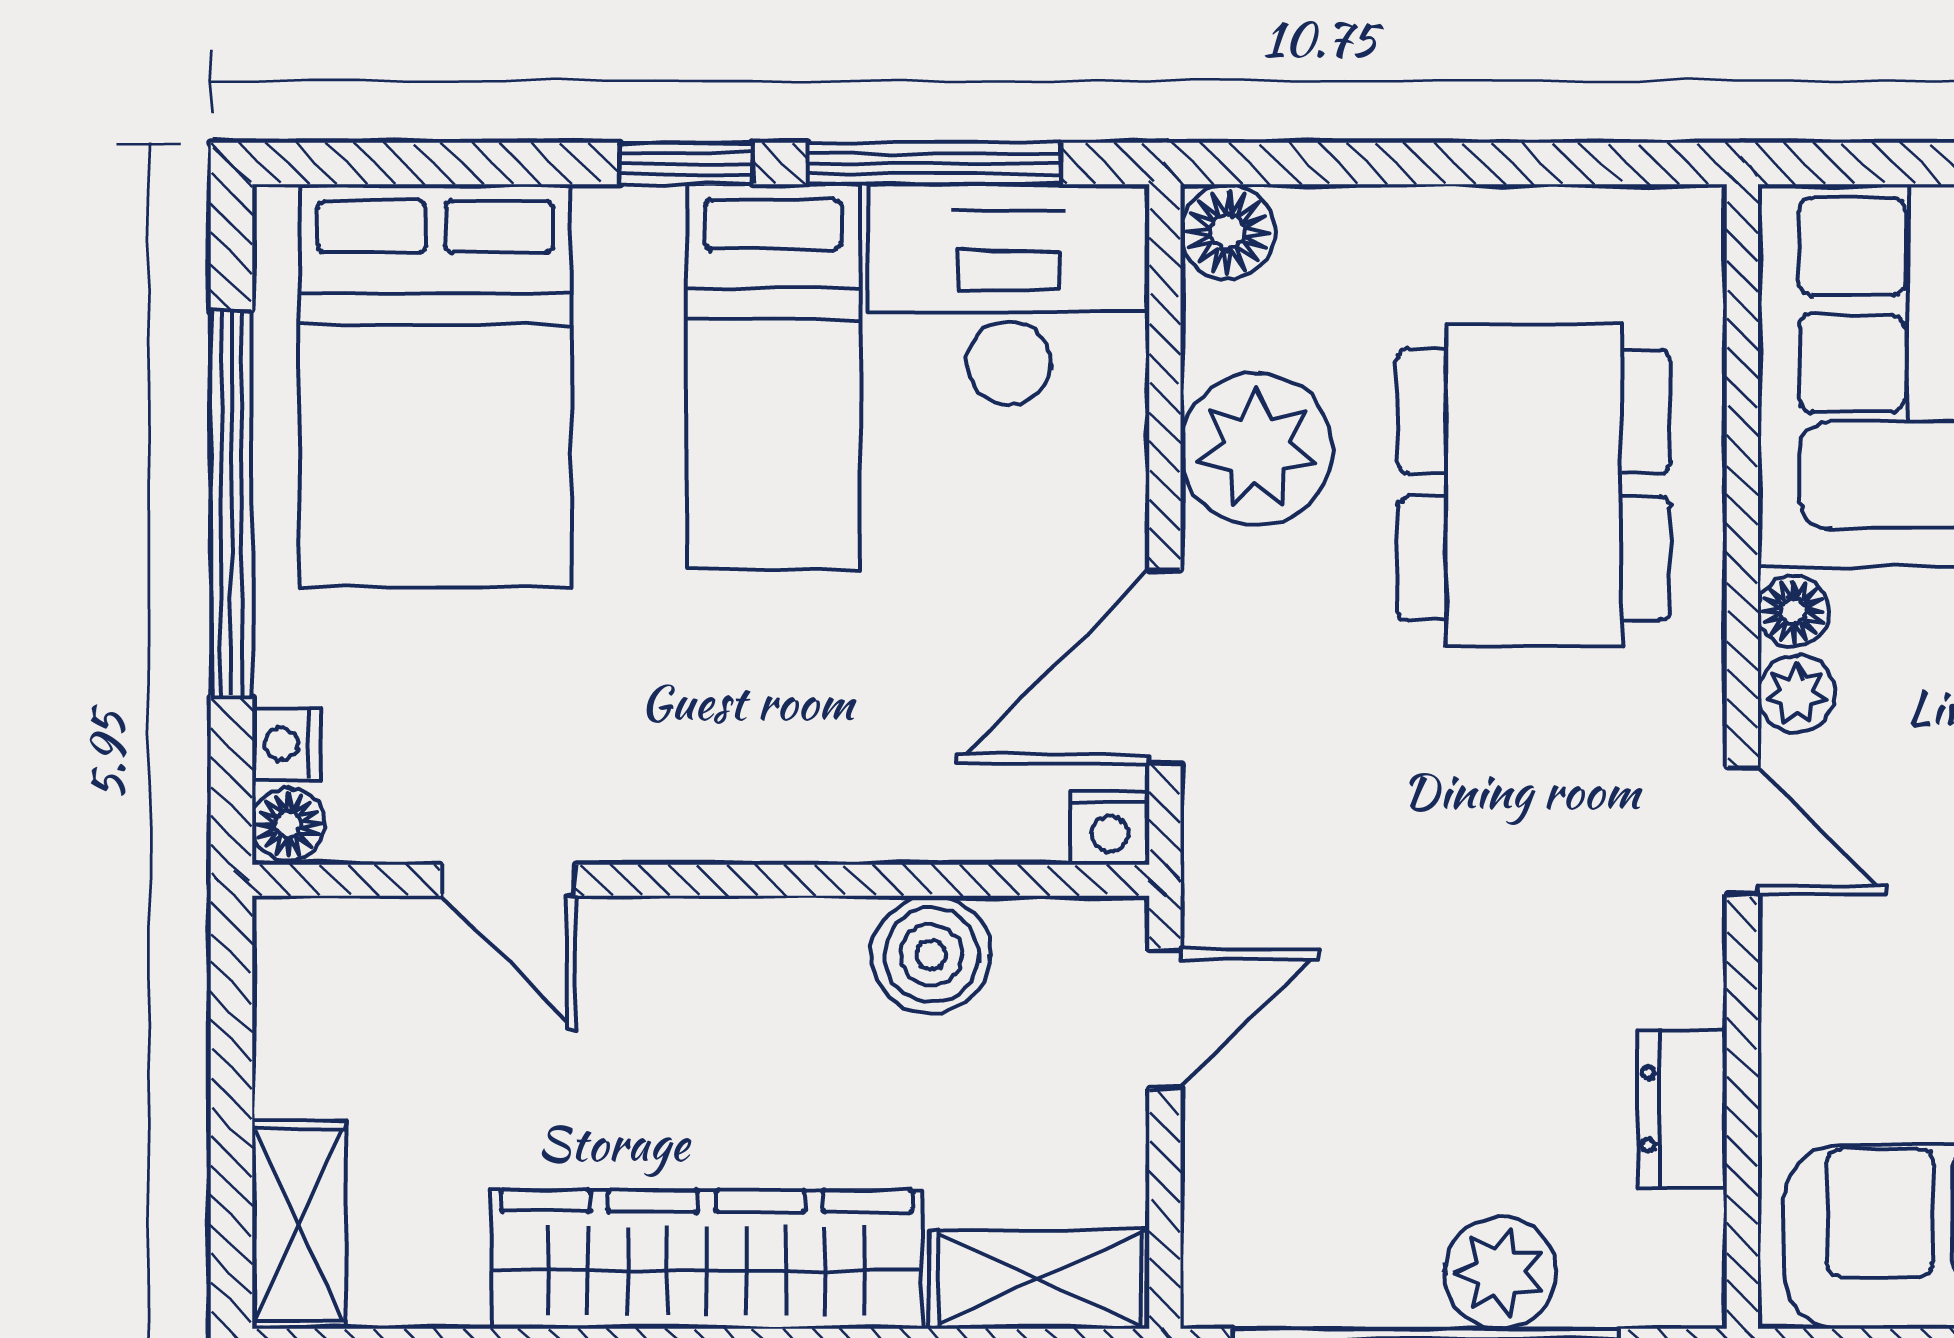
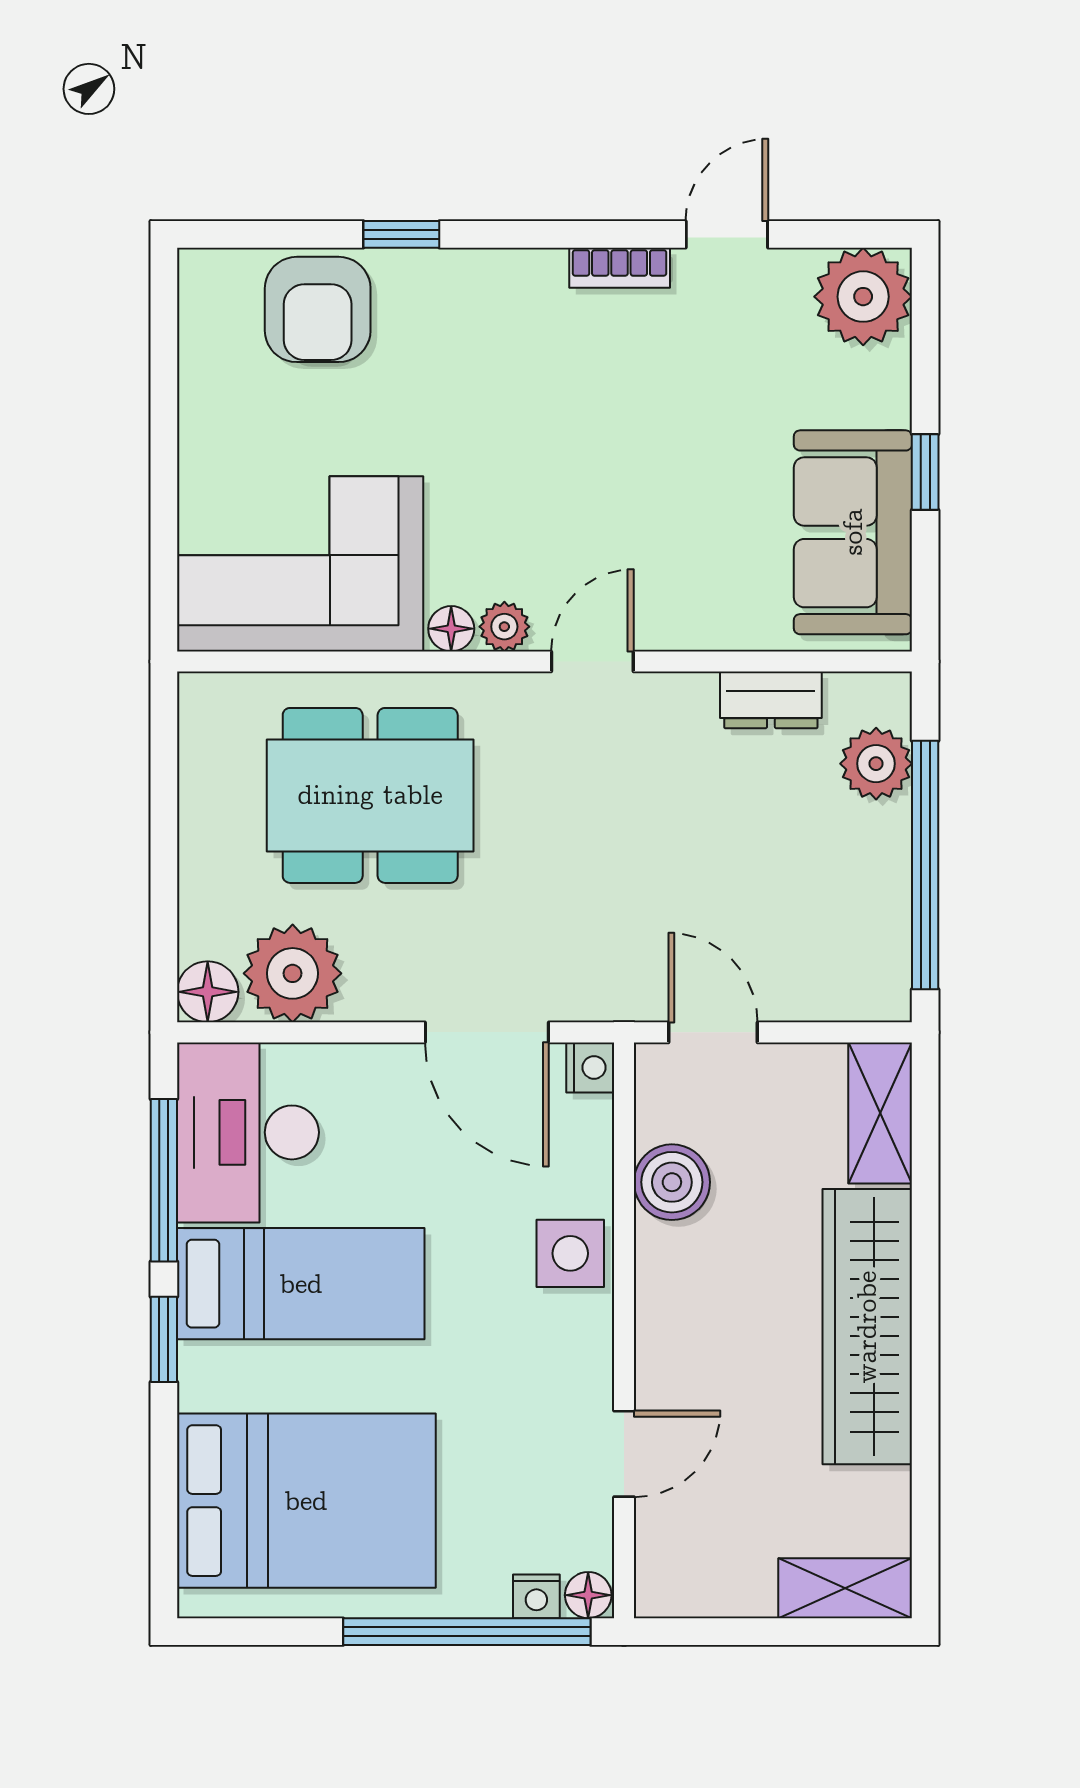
plant: (1257, 449) -> (293, 973), moved
window: (231, 504) -> (467, 1632), moved
side table: (820, 797) -> (570, 1253), added
plant: (1500, 1273) -> (876, 764), moved

